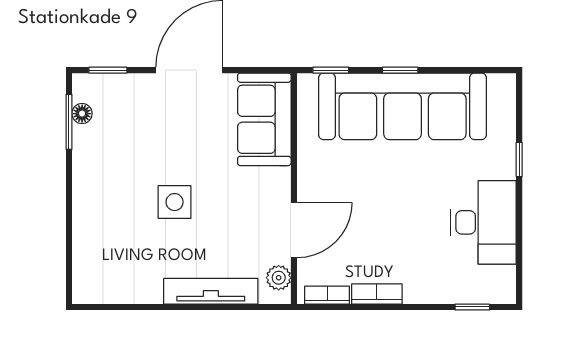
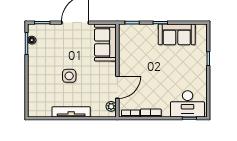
sofa: (403, 106) -> (177, 34), width x0.54, depth x0.79
desk: (483, 222) -> (188, 104), moved, turned 90
tv unit: (211, 291) -> (71, 112), moved

